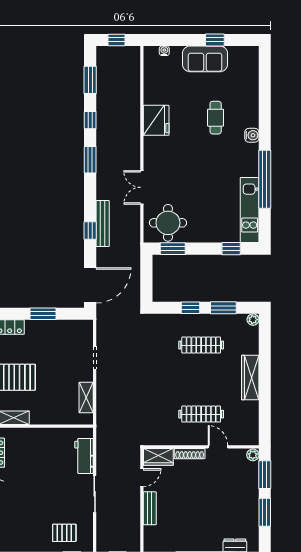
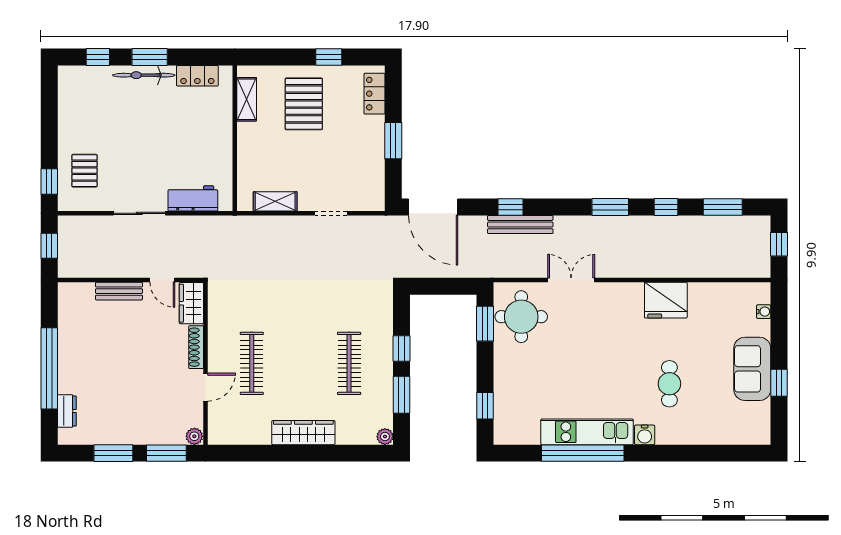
cafe table: (216, 118) -> (669, 384), turned 90
kitchen unit: (250, 210) -> (587, 432), moved

